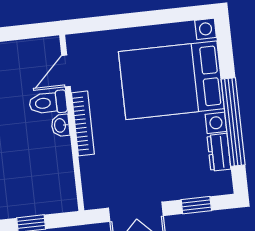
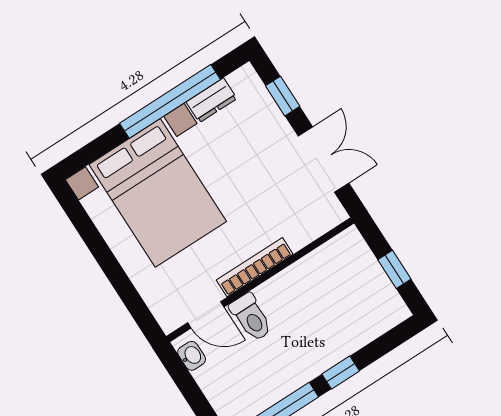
washbasin: (60, 125) -> (192, 356), moved, turned -90

